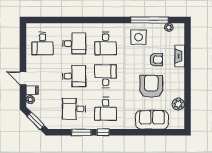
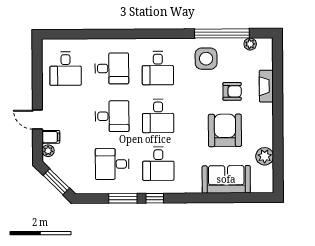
desk: (106, 76) -> (158, 116), turned 180

